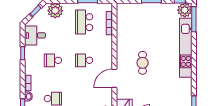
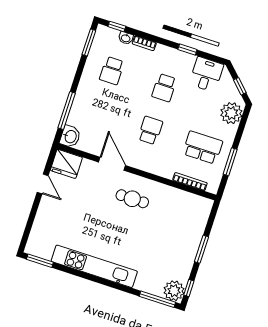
kitchen unit: (186, 48) -> (94, 266), moved
school desk: (53, 60) -> (164, 88), turned 180
cafe table: (143, 63) -> (132, 199), moved

